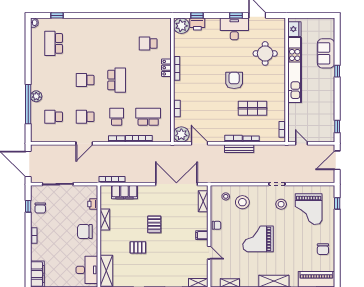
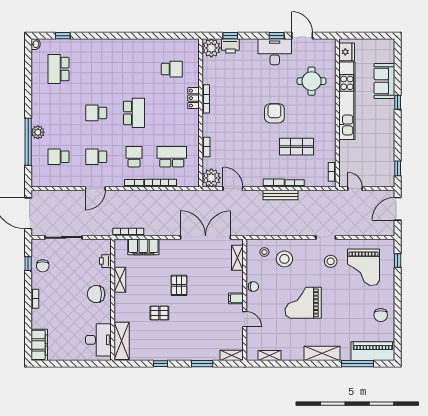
school desk: (148, 43) -> (172, 69), turned 180

